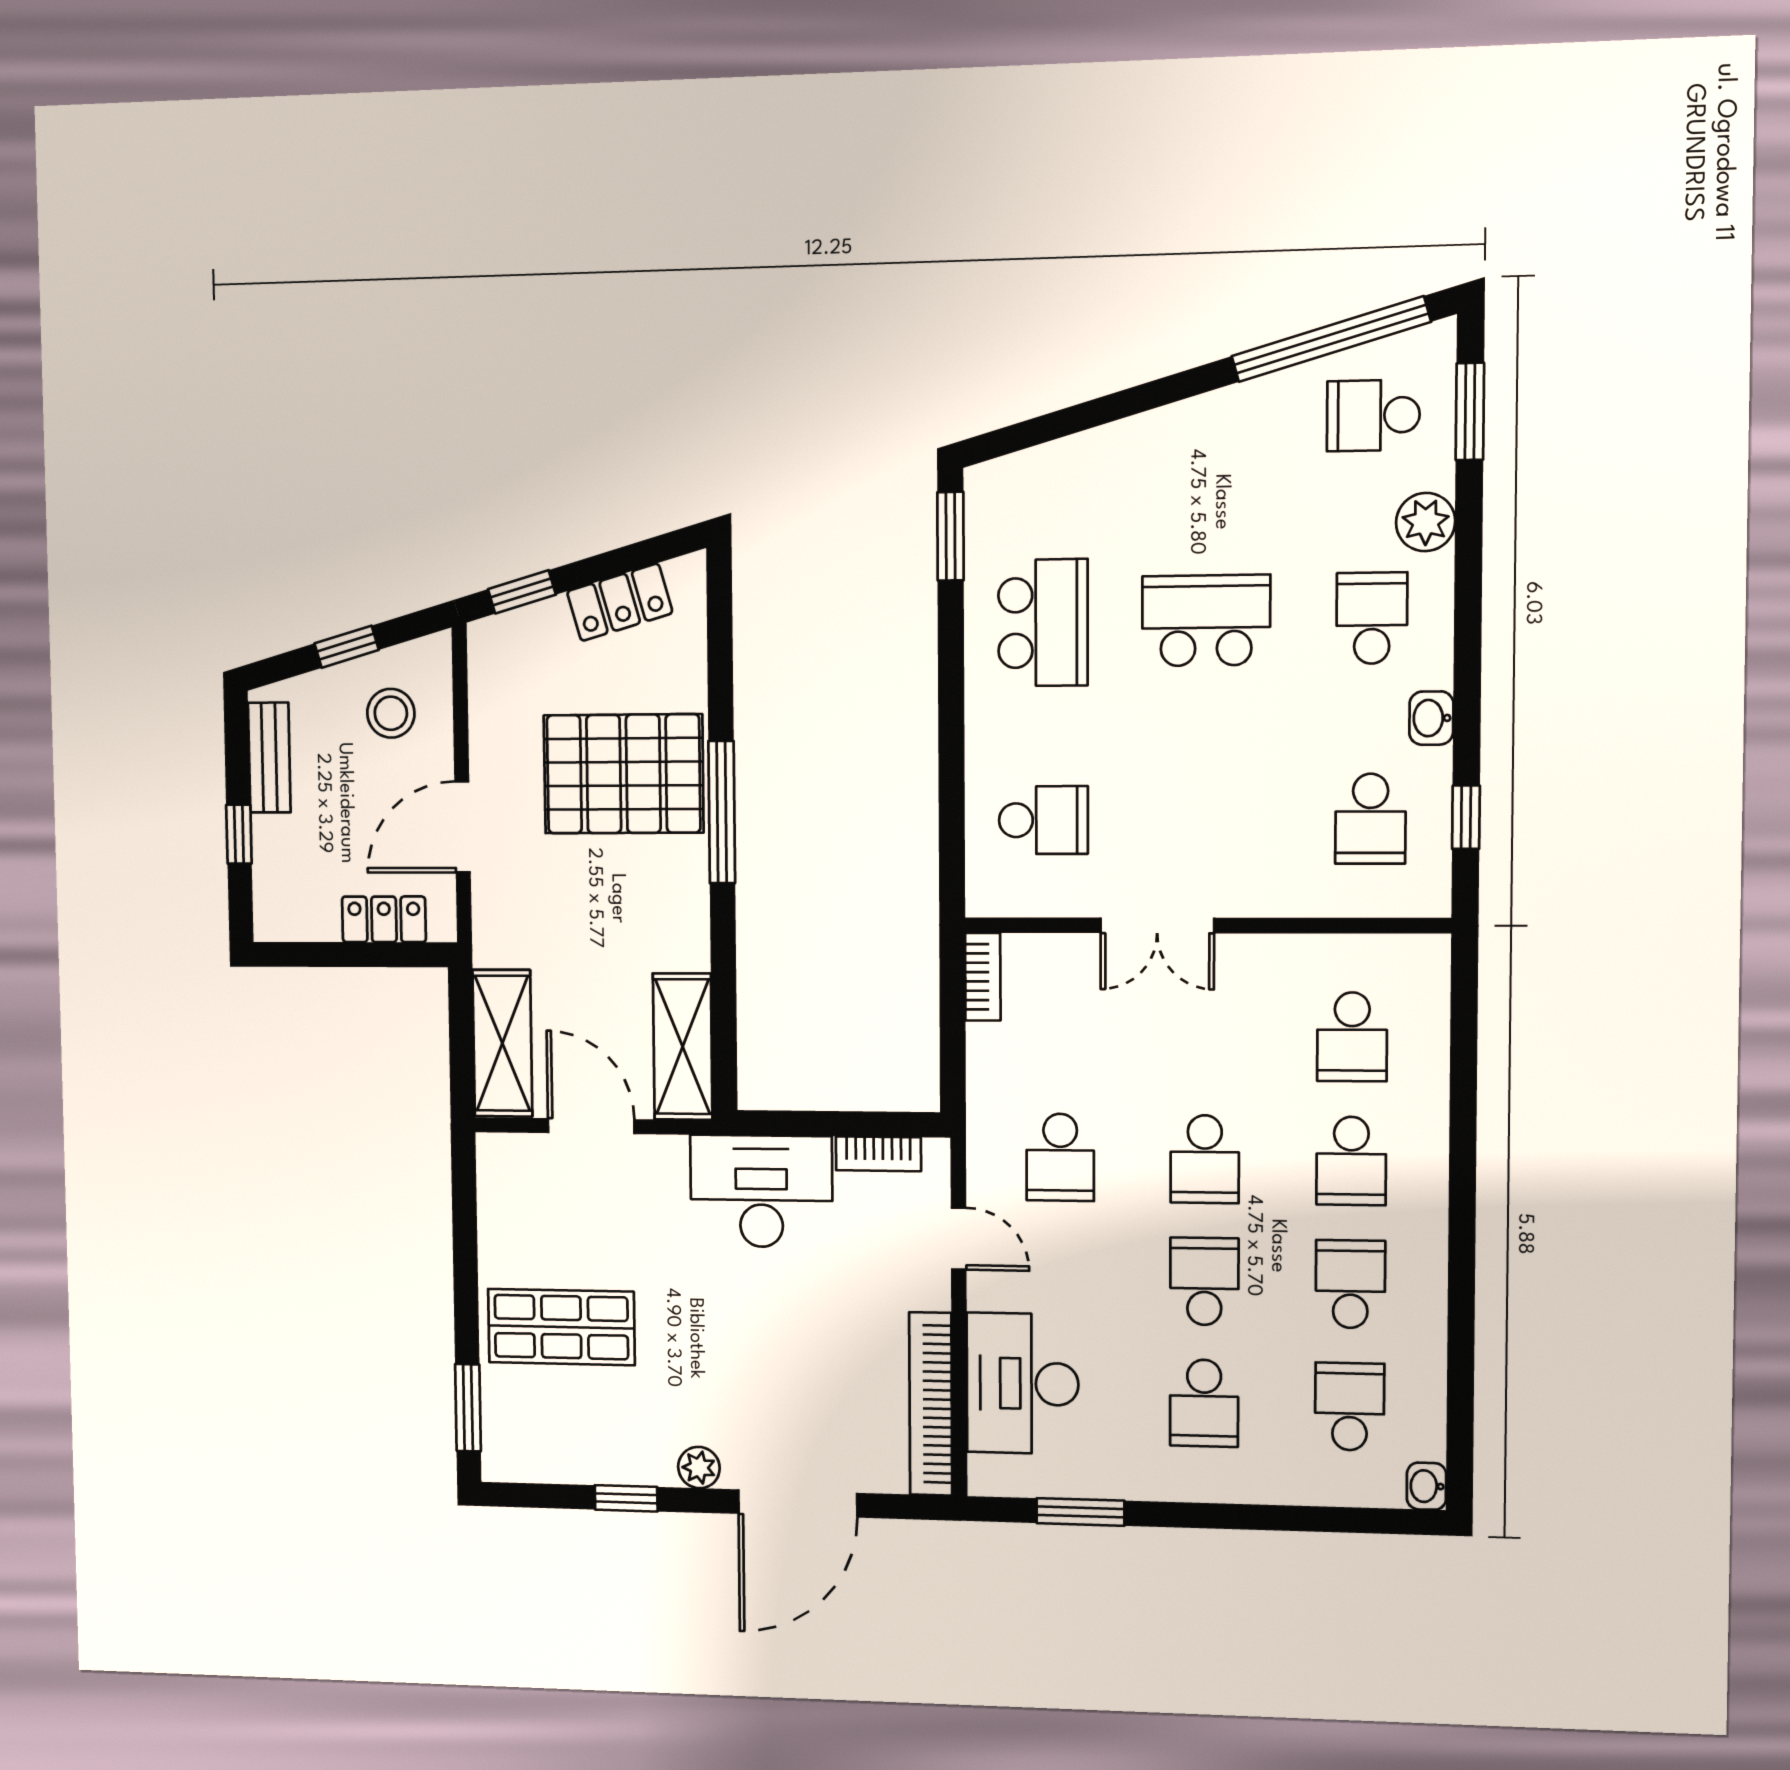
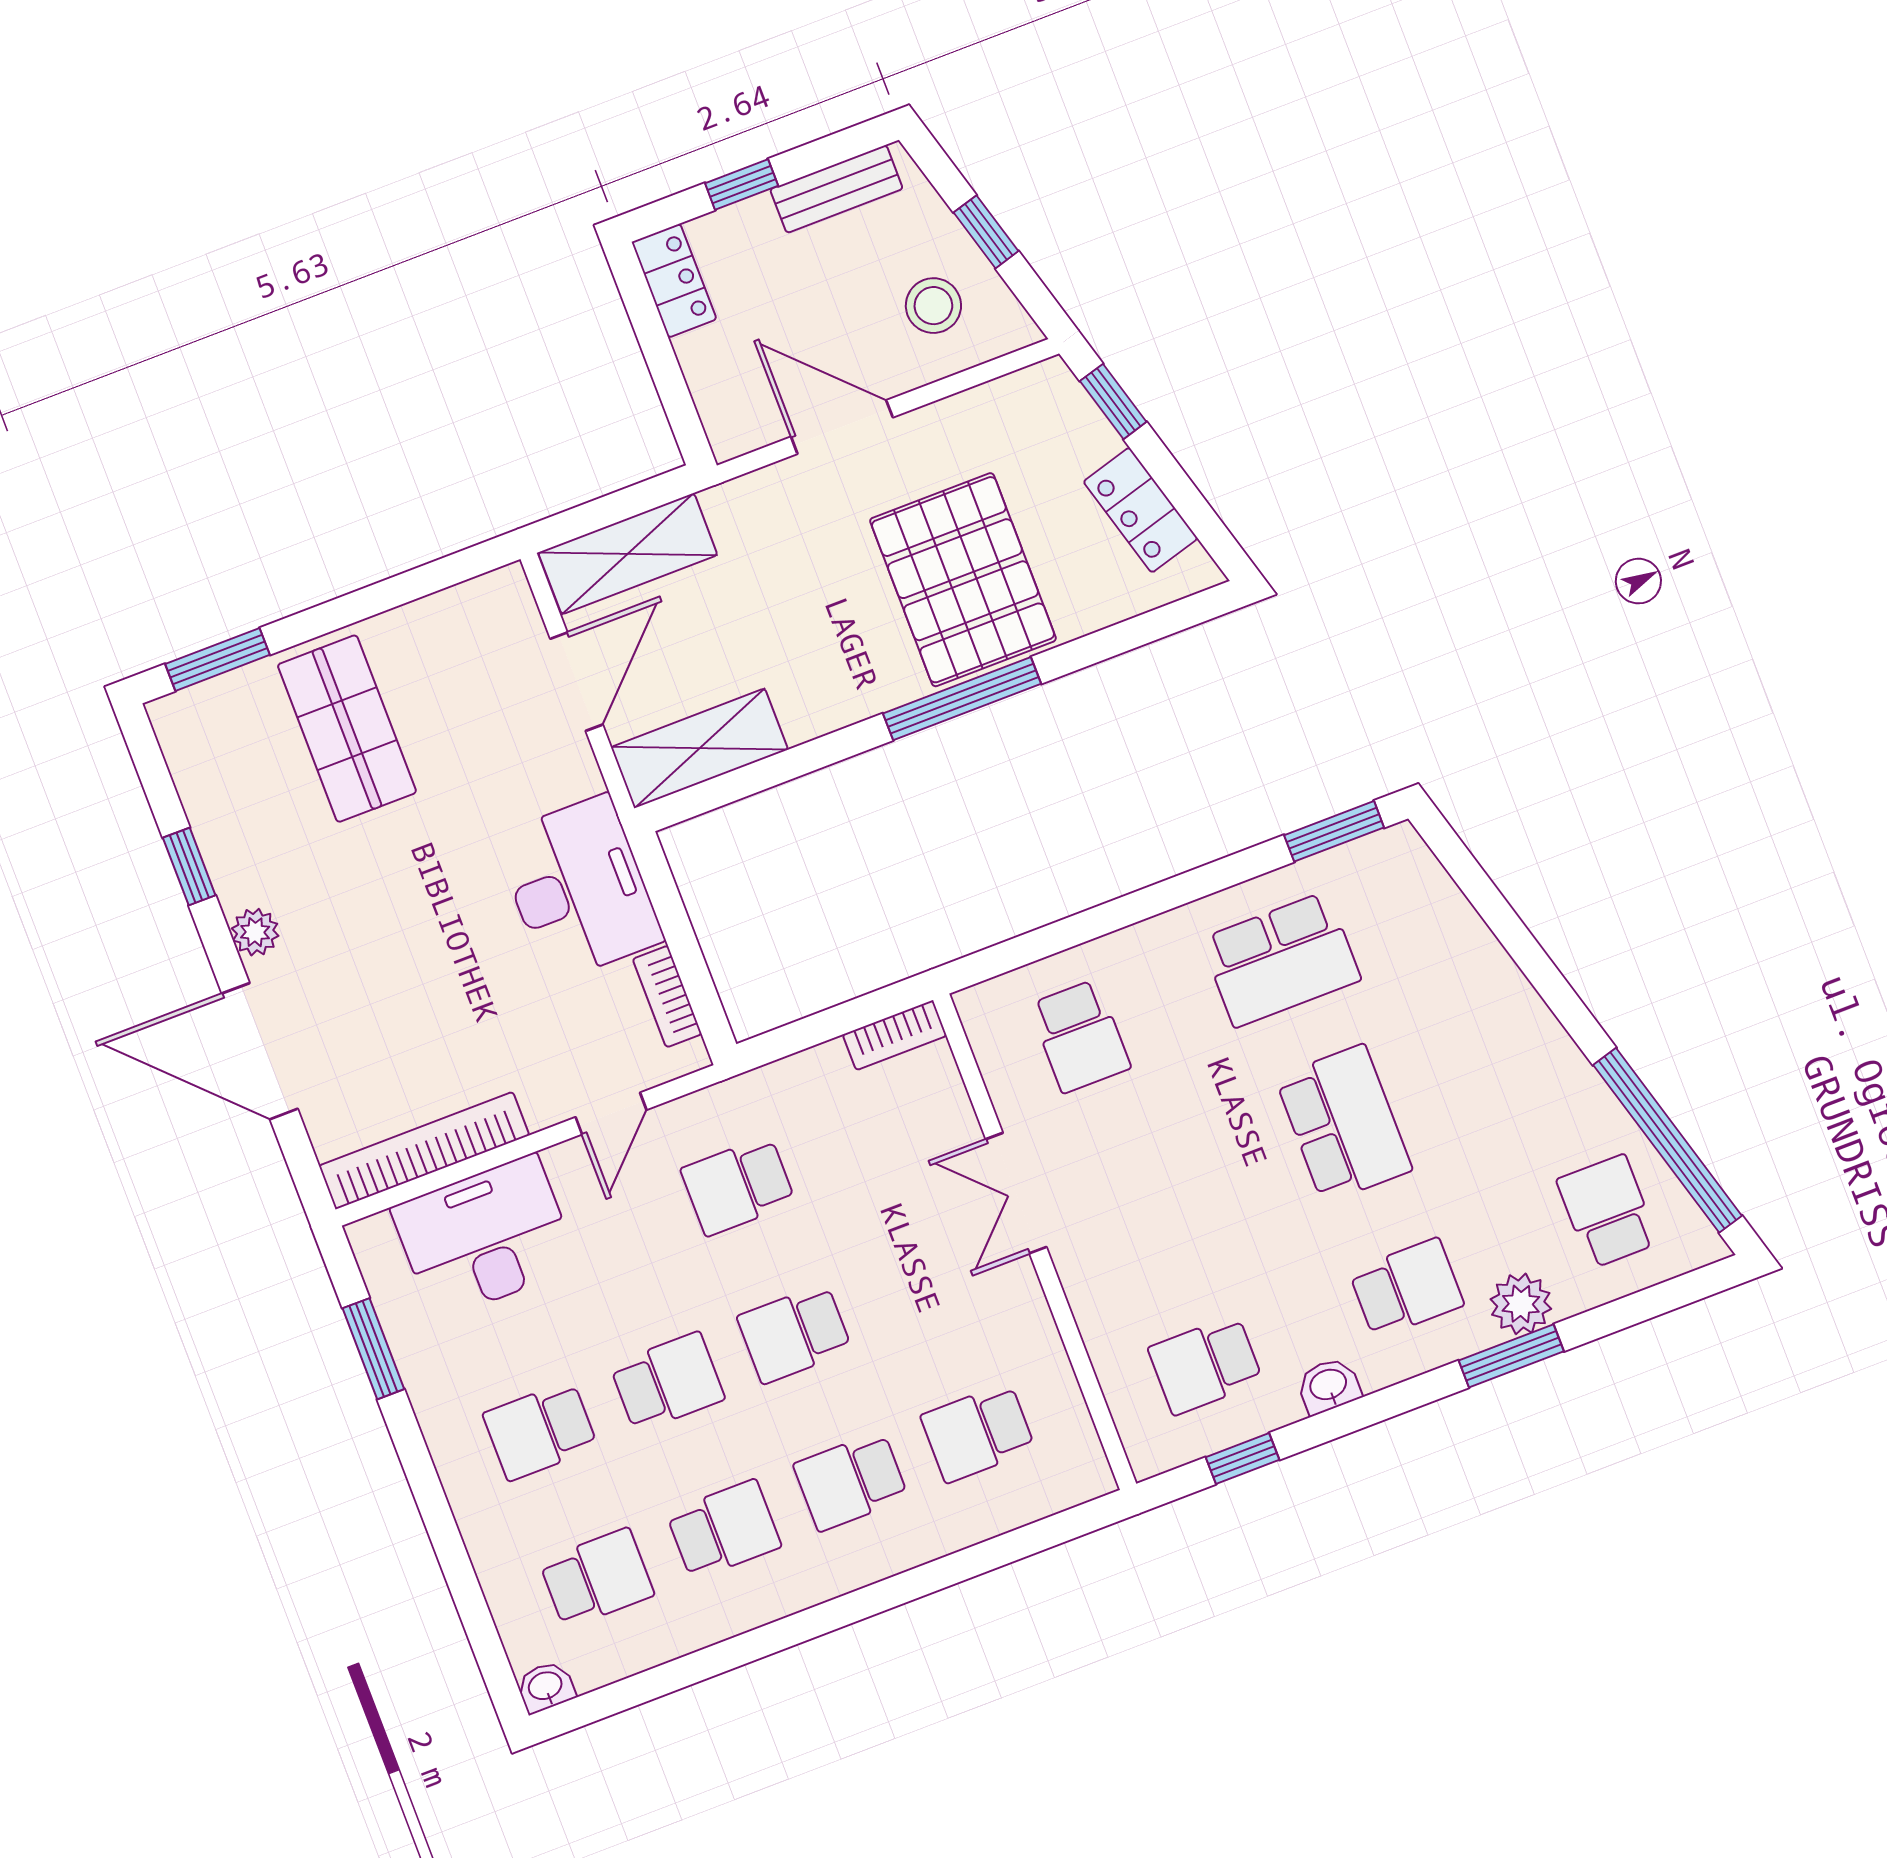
window: (1470, 412) -> (1511, 1356), moved
locker: (384, 919) -> (674, 281), moved

